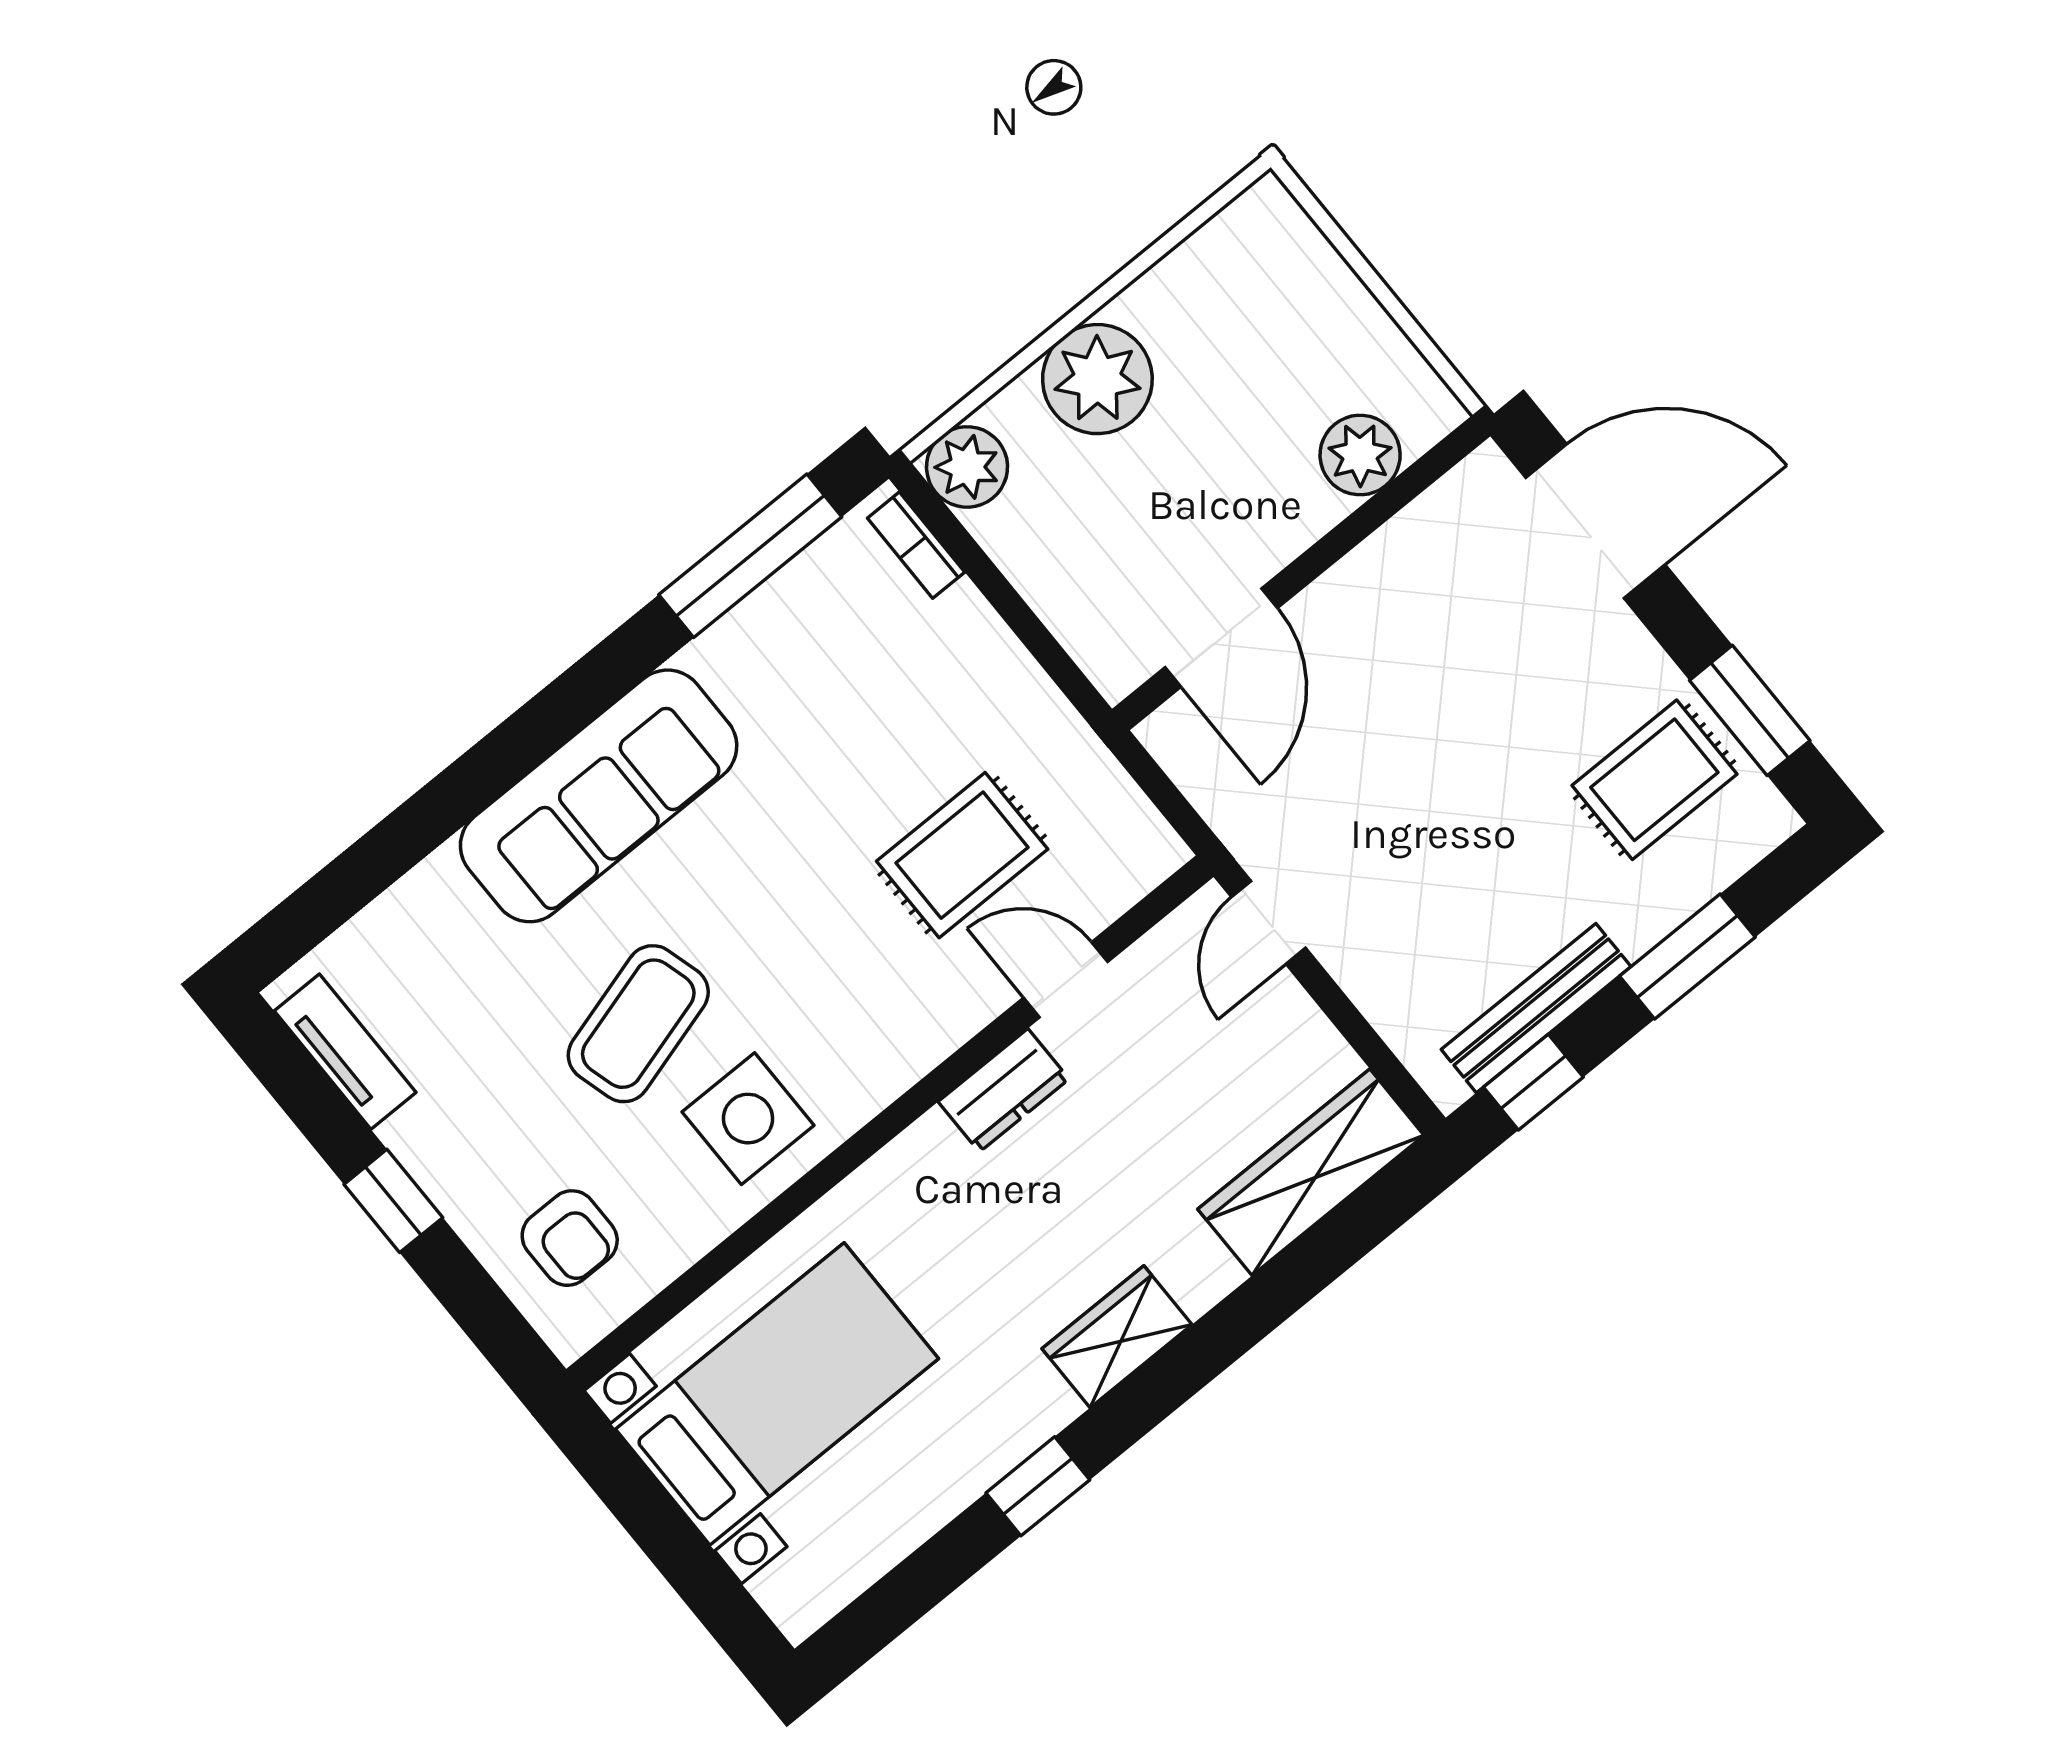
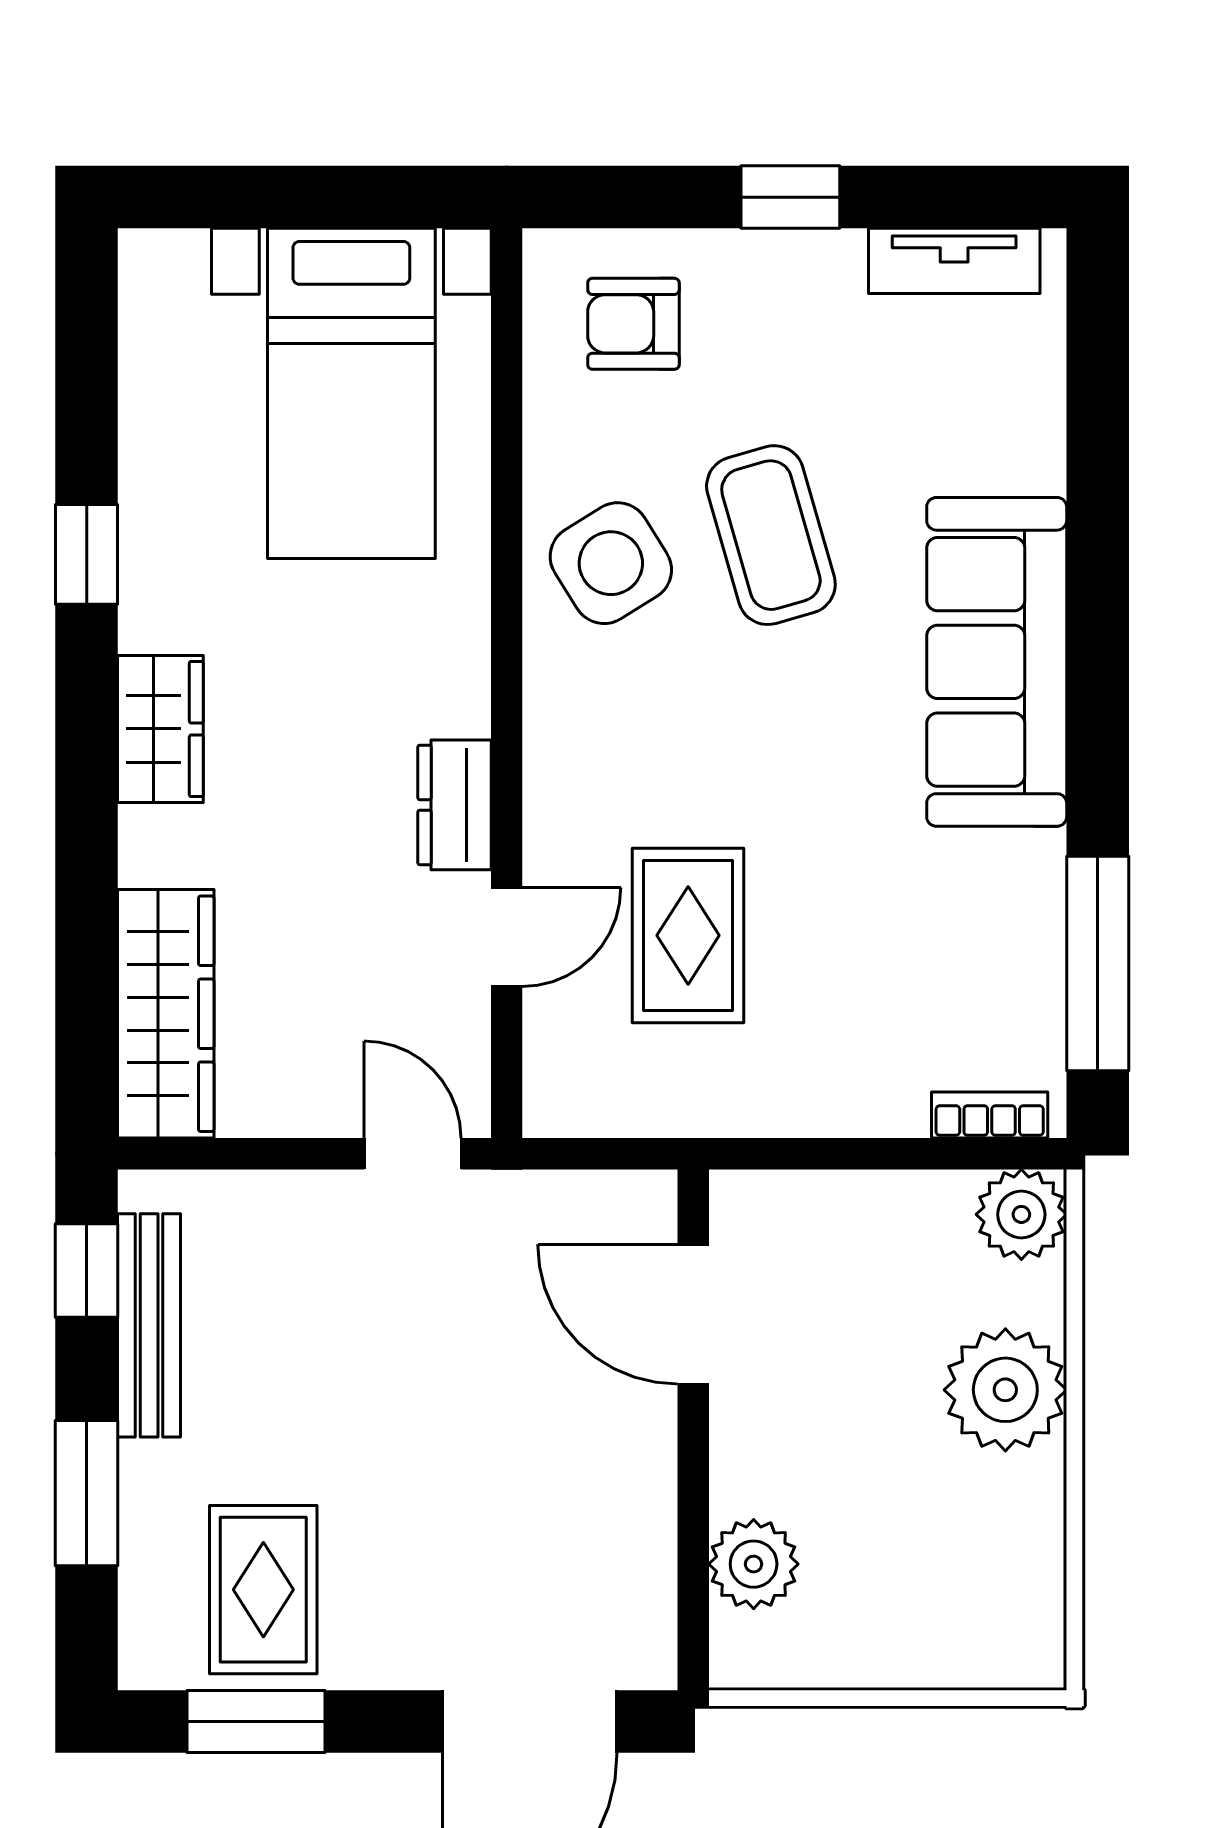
side table: (748, 1119) -> (611, 563), turned -32

